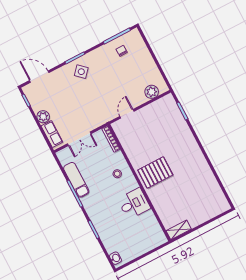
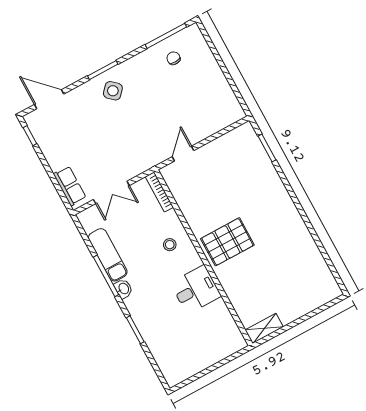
plant: (152, 92) -> (220, 120), removed
plant: (43, 117) -> (56, 160), removed
washbasin: (115, 258) -> (123, 289), moved

